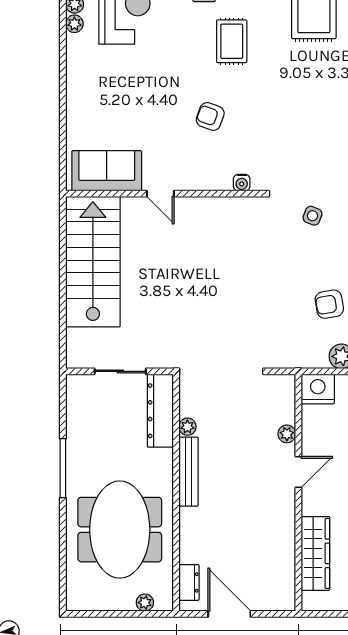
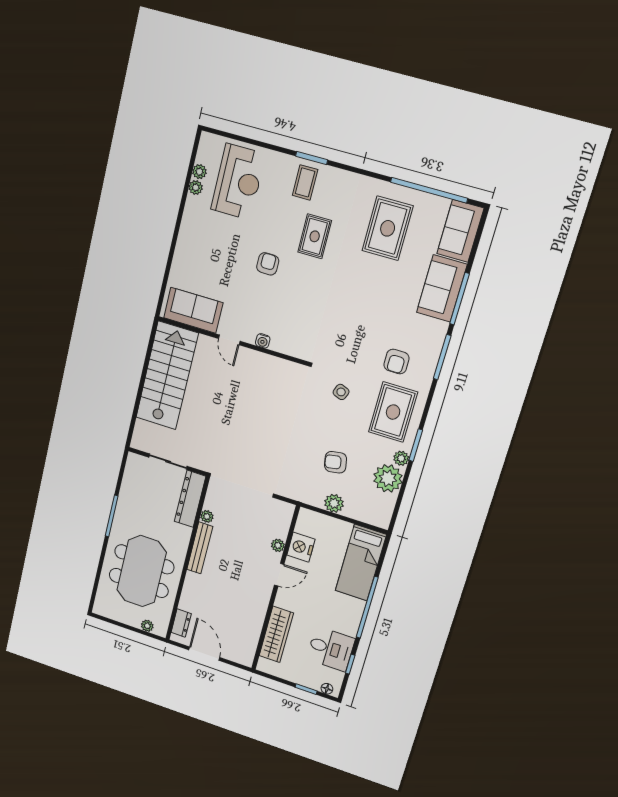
armchair: (210, 116) -> (268, 264), moved, turned 71
water cooler: (242, 183) -> (263, 341), moved
nightstand: (318, 389) -> (301, 547), moved, turned -90

